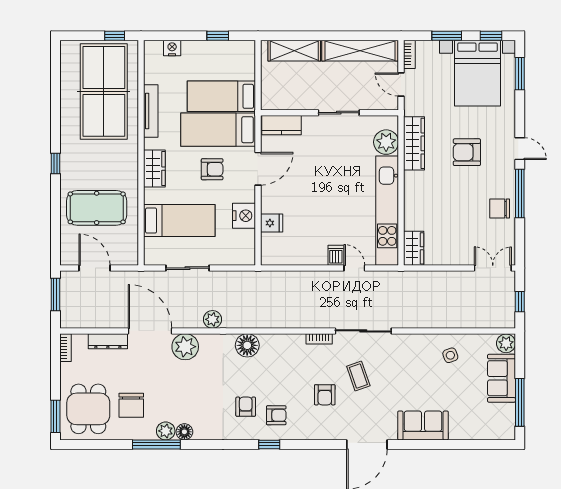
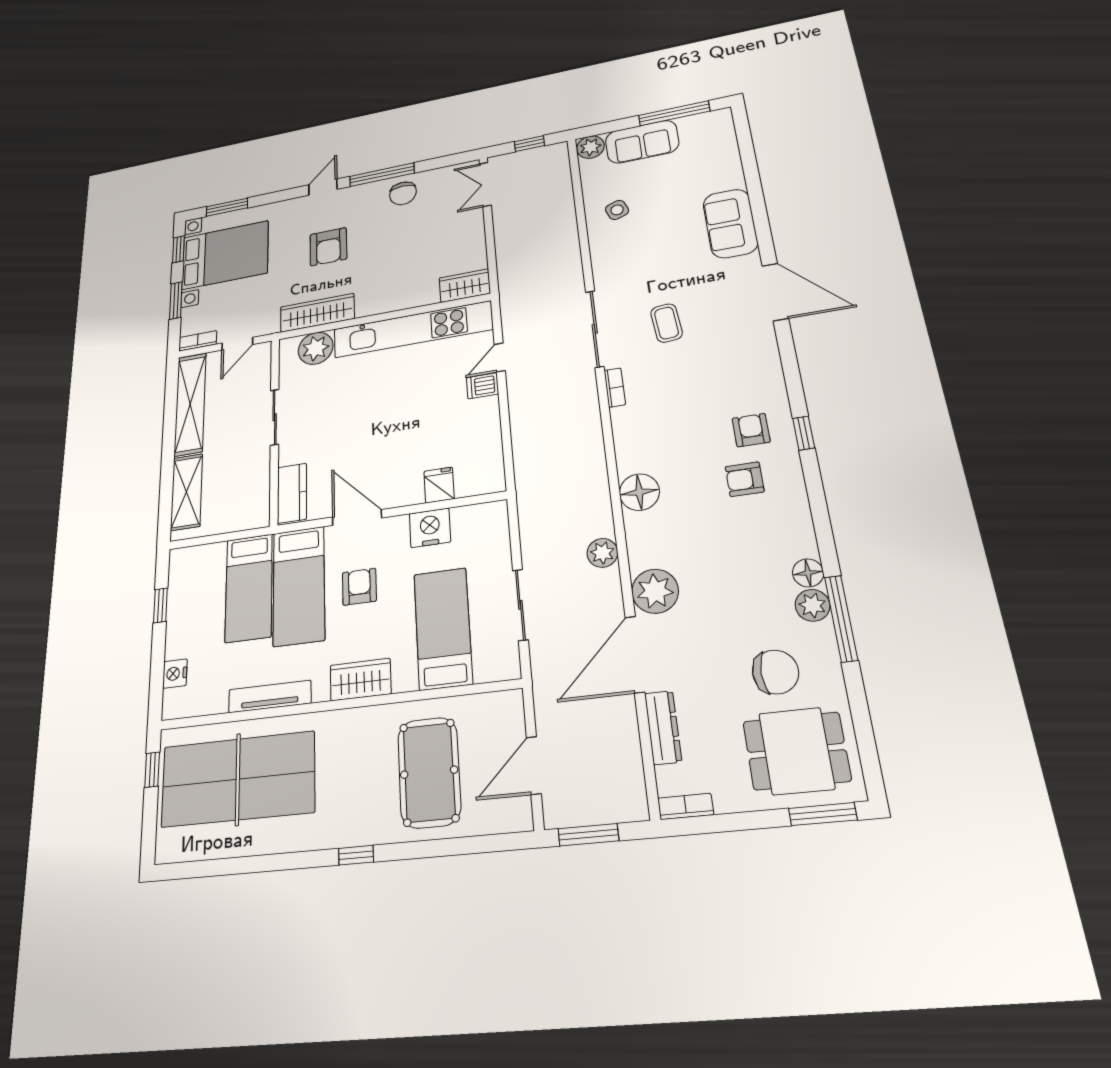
coffee table: (358, 376) -> (667, 323), turned -76
armchair: (325, 395) -> (704, 365), removed

